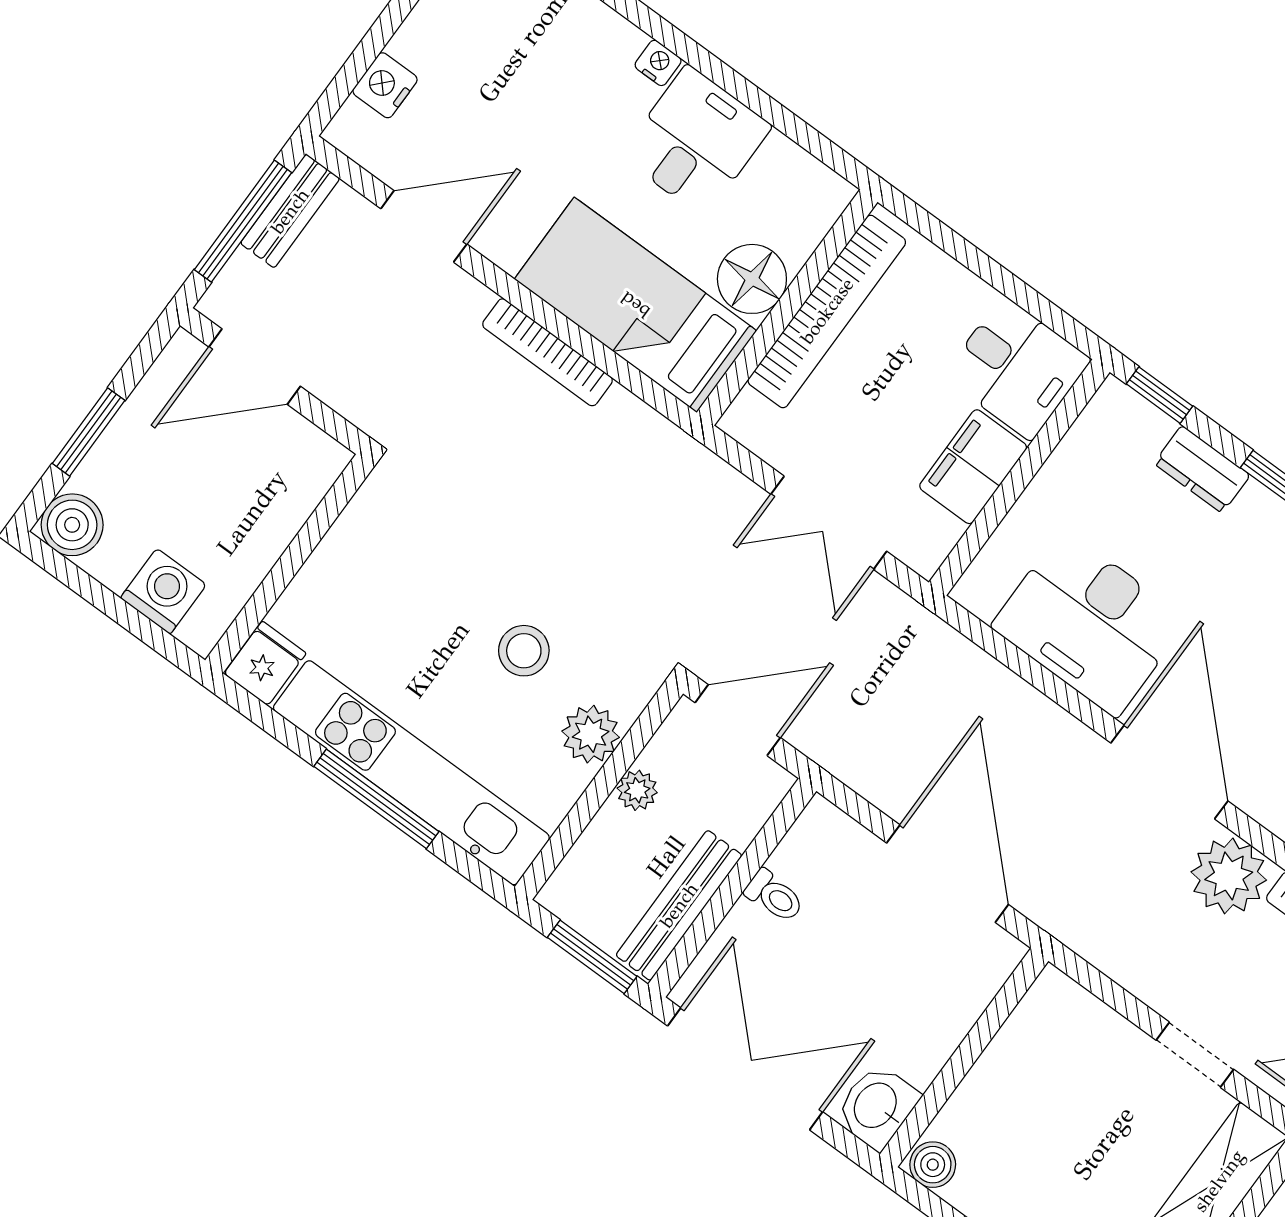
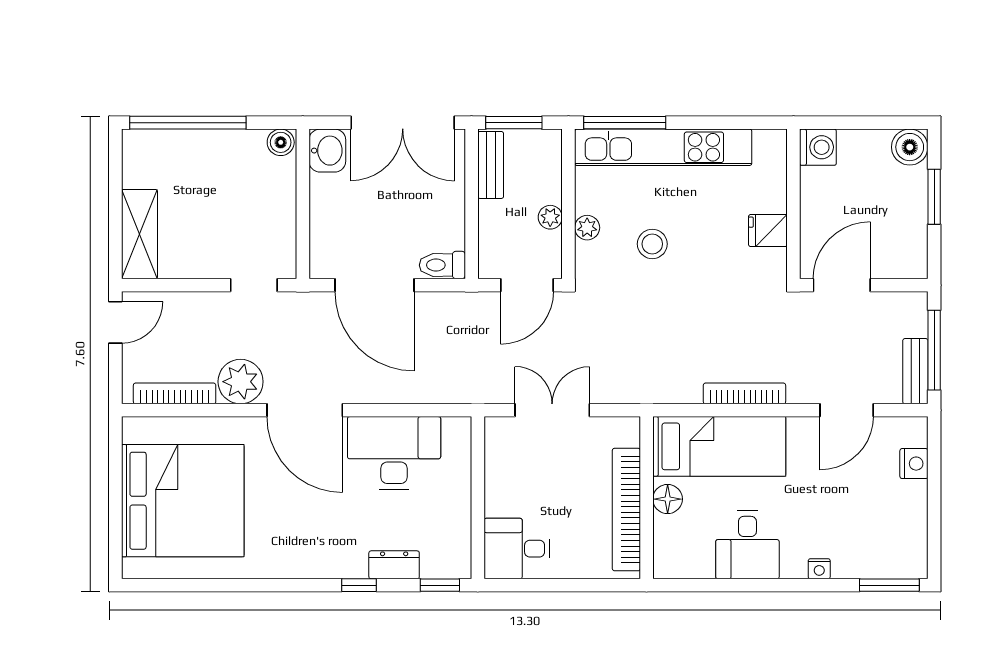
nightstand: (658, 63) -> (819, 569), moved
floor lamp: (752, 279) -> (668, 499), width x0.73, depth x0.73
door: (255, 367) -> (842, 285), moved
filing cabinet: (973, 467) -> (503, 487), removed
washing machine: (163, 591) -> (818, 147), moved, turned -90
fridge: (265, 663) -> (768, 231), moved, turned 90
plant: (591, 734) -> (587, 228), width x0.73, depth x0.73
window: (376, 799) -> (625, 123), moved
toilet: (774, 896) -> (442, 265), moved, width x1.37, depth x1.39
bench: (679, 905) -> (491, 165), width x0.73
doorway: (1195, 1055) -> (254, 285), moved

